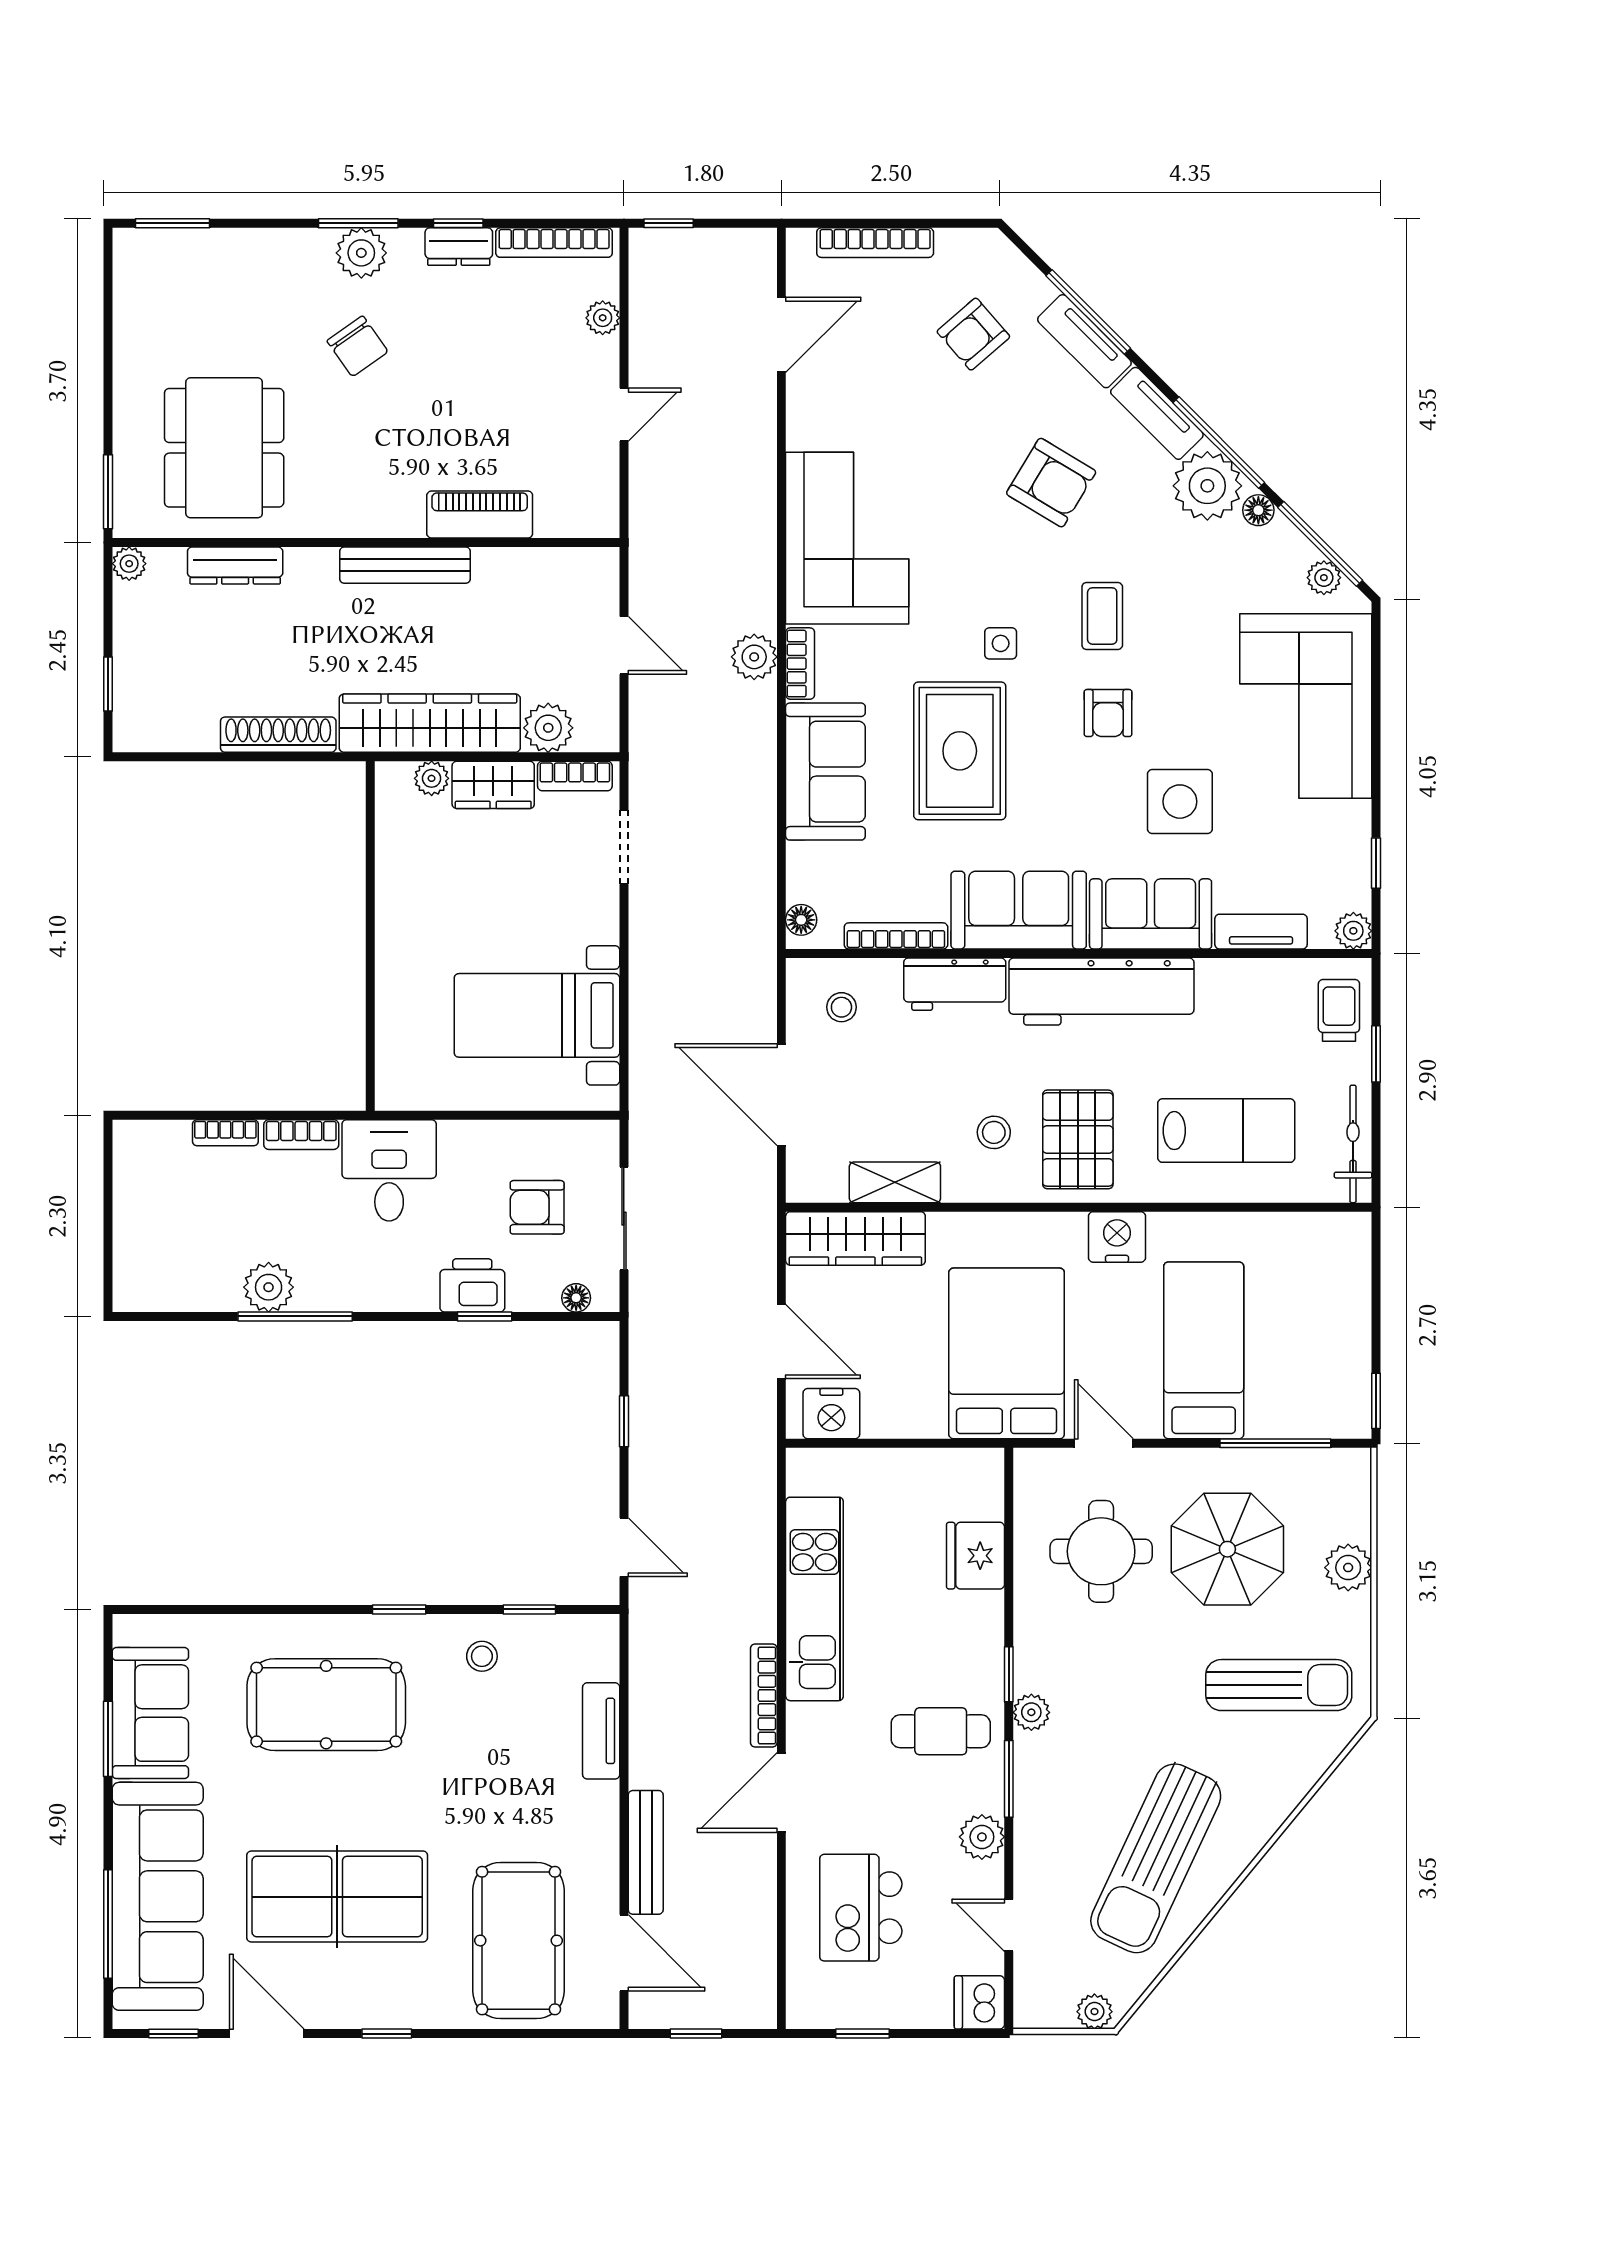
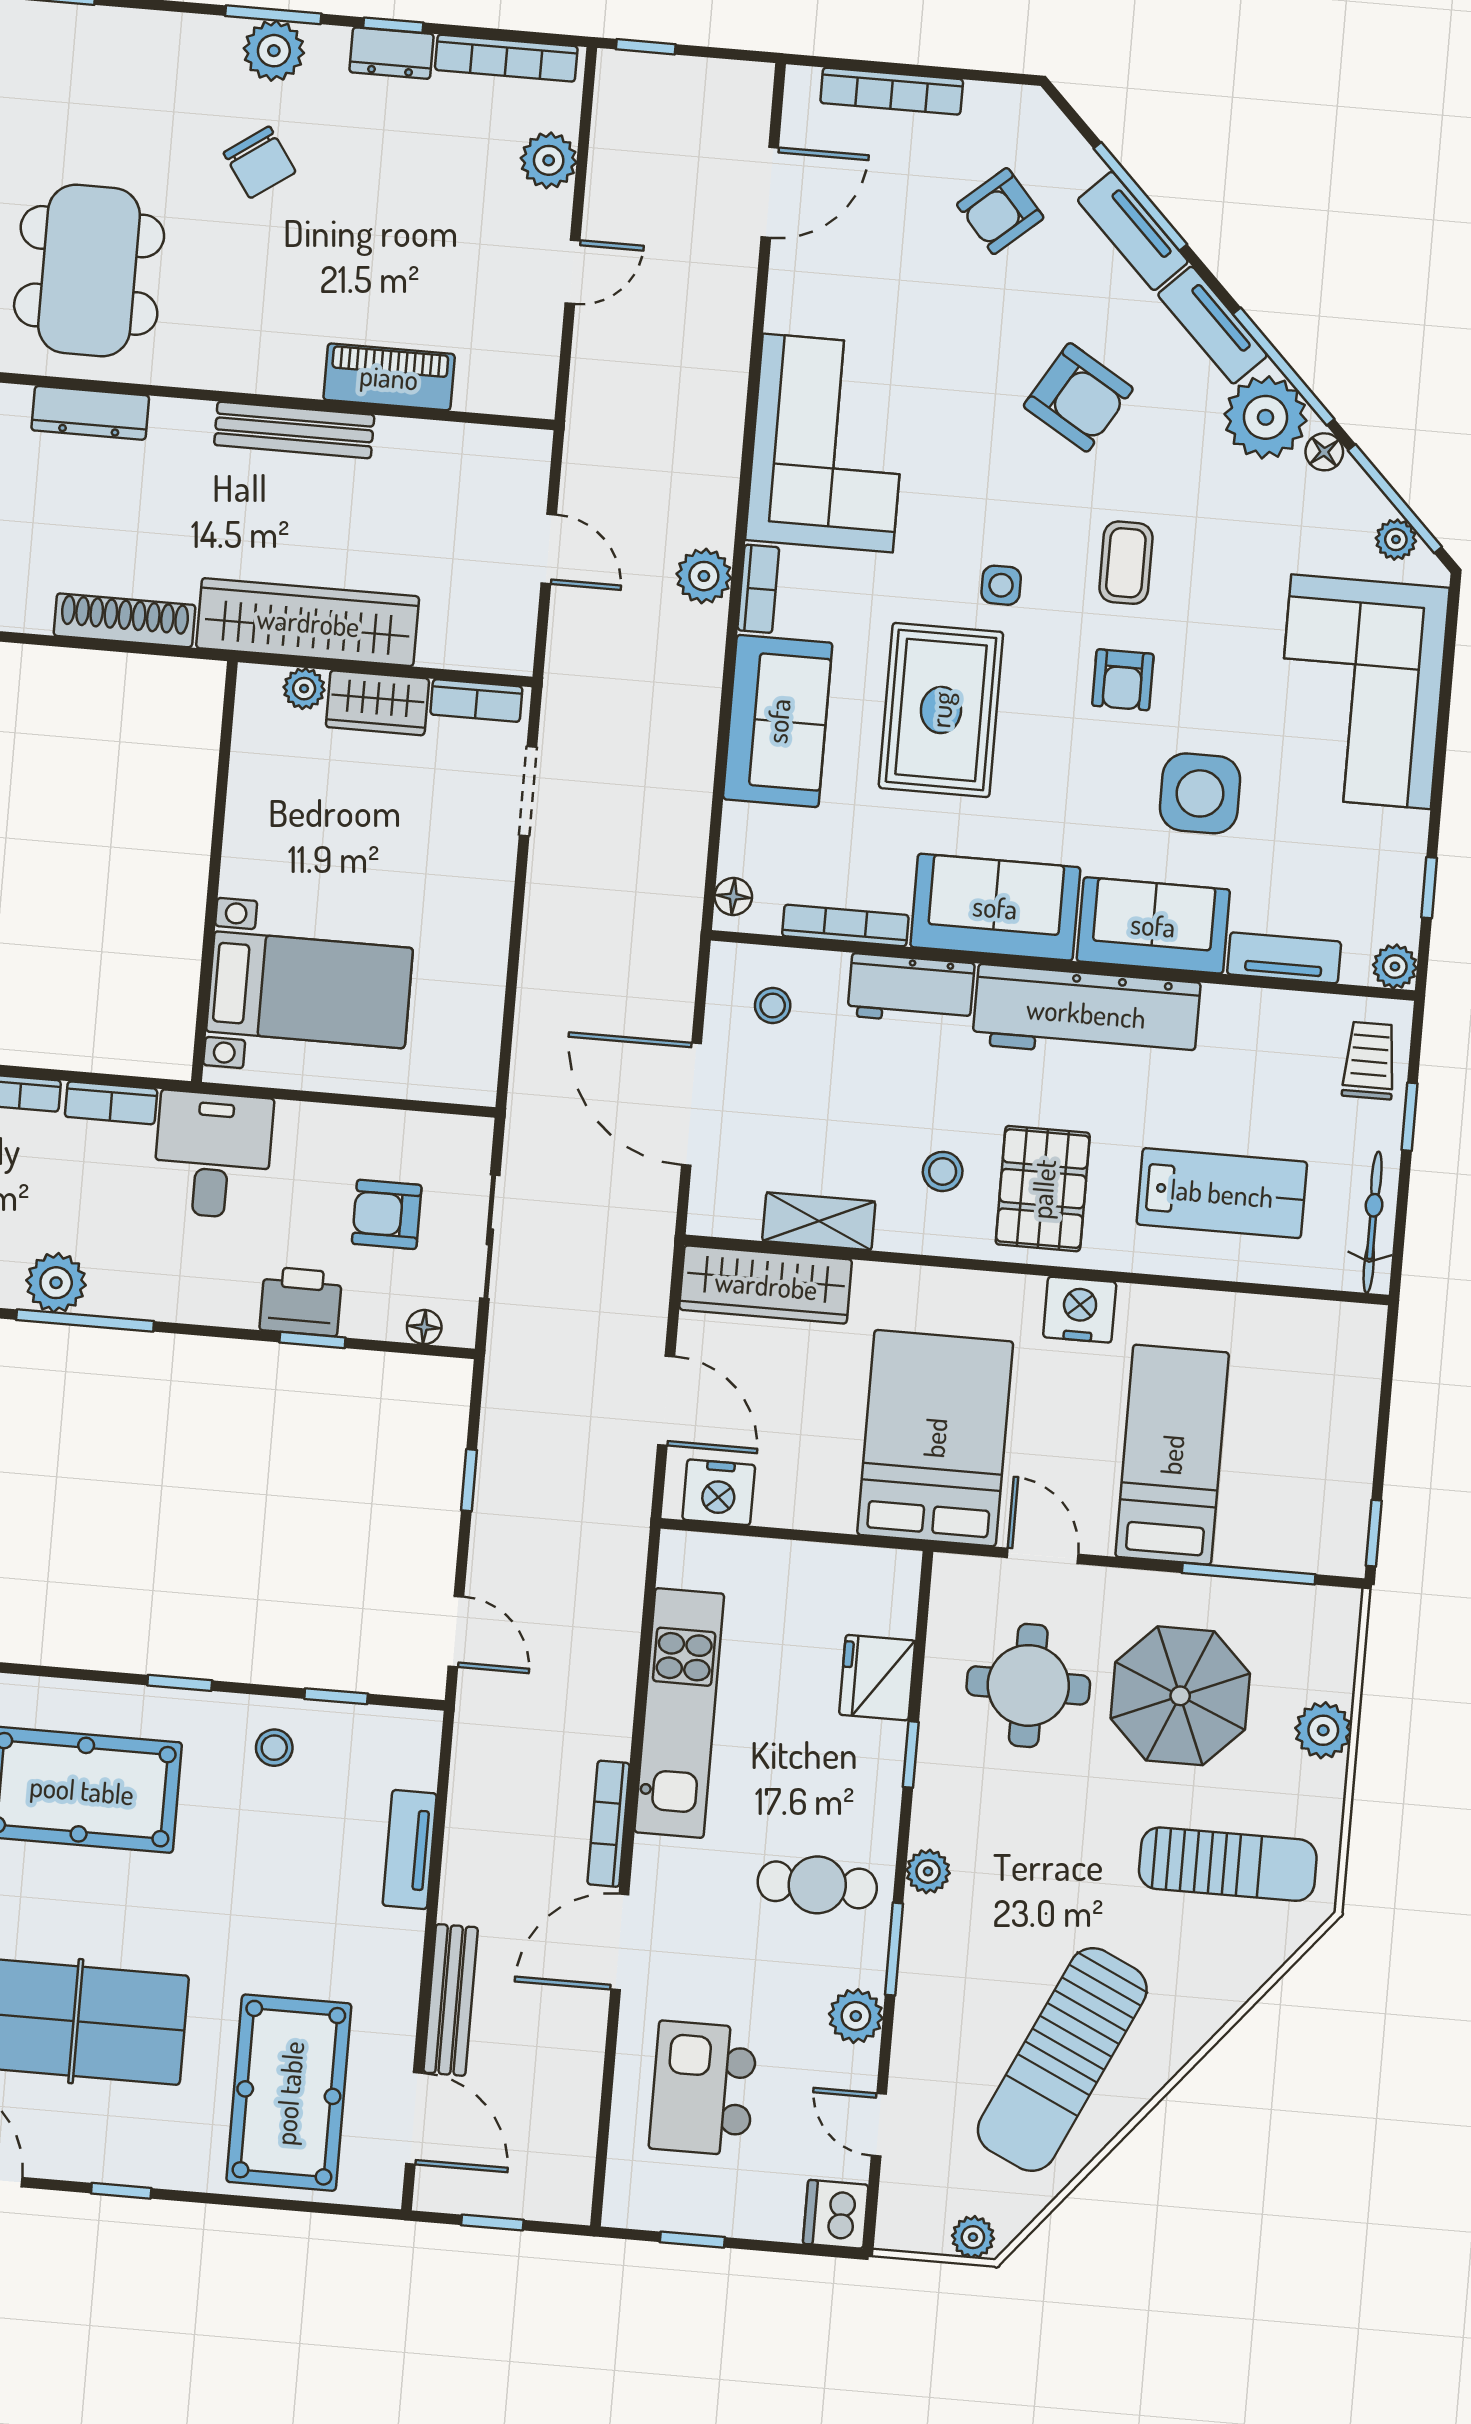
plant: (603, 318) -> (549, 160), width x1.38, depth x1.38
plant: (548, 728) -> (449, 640), removed
bed with nightstands: (537, 1015) -> (310, 990), moved, turned 180
window: (1009, 1674) -> (911, 1754), moved

